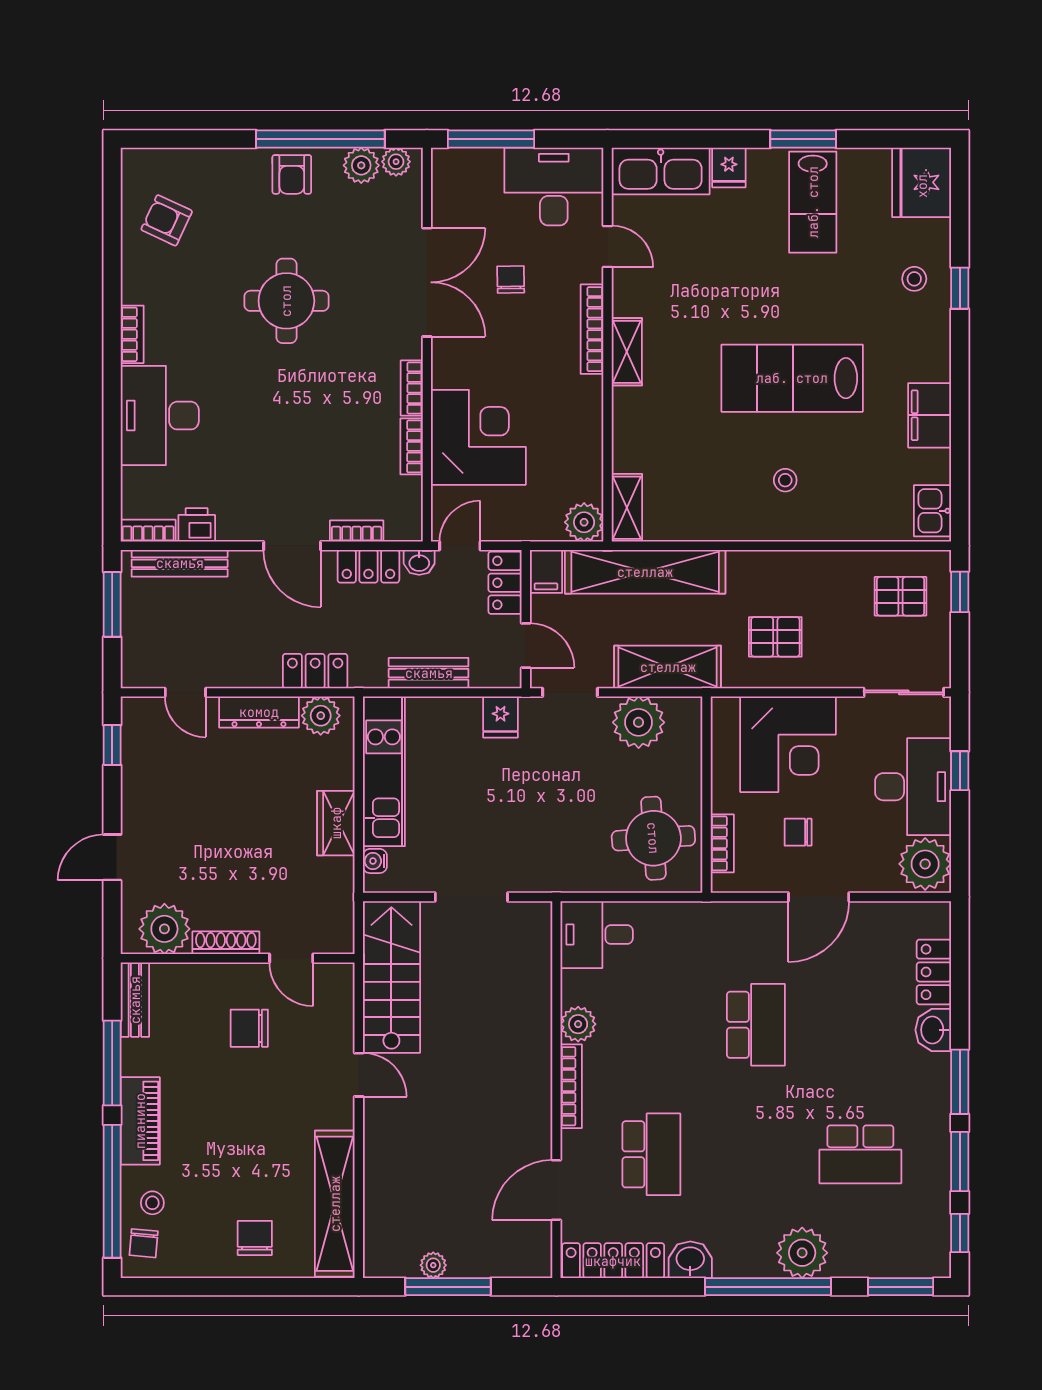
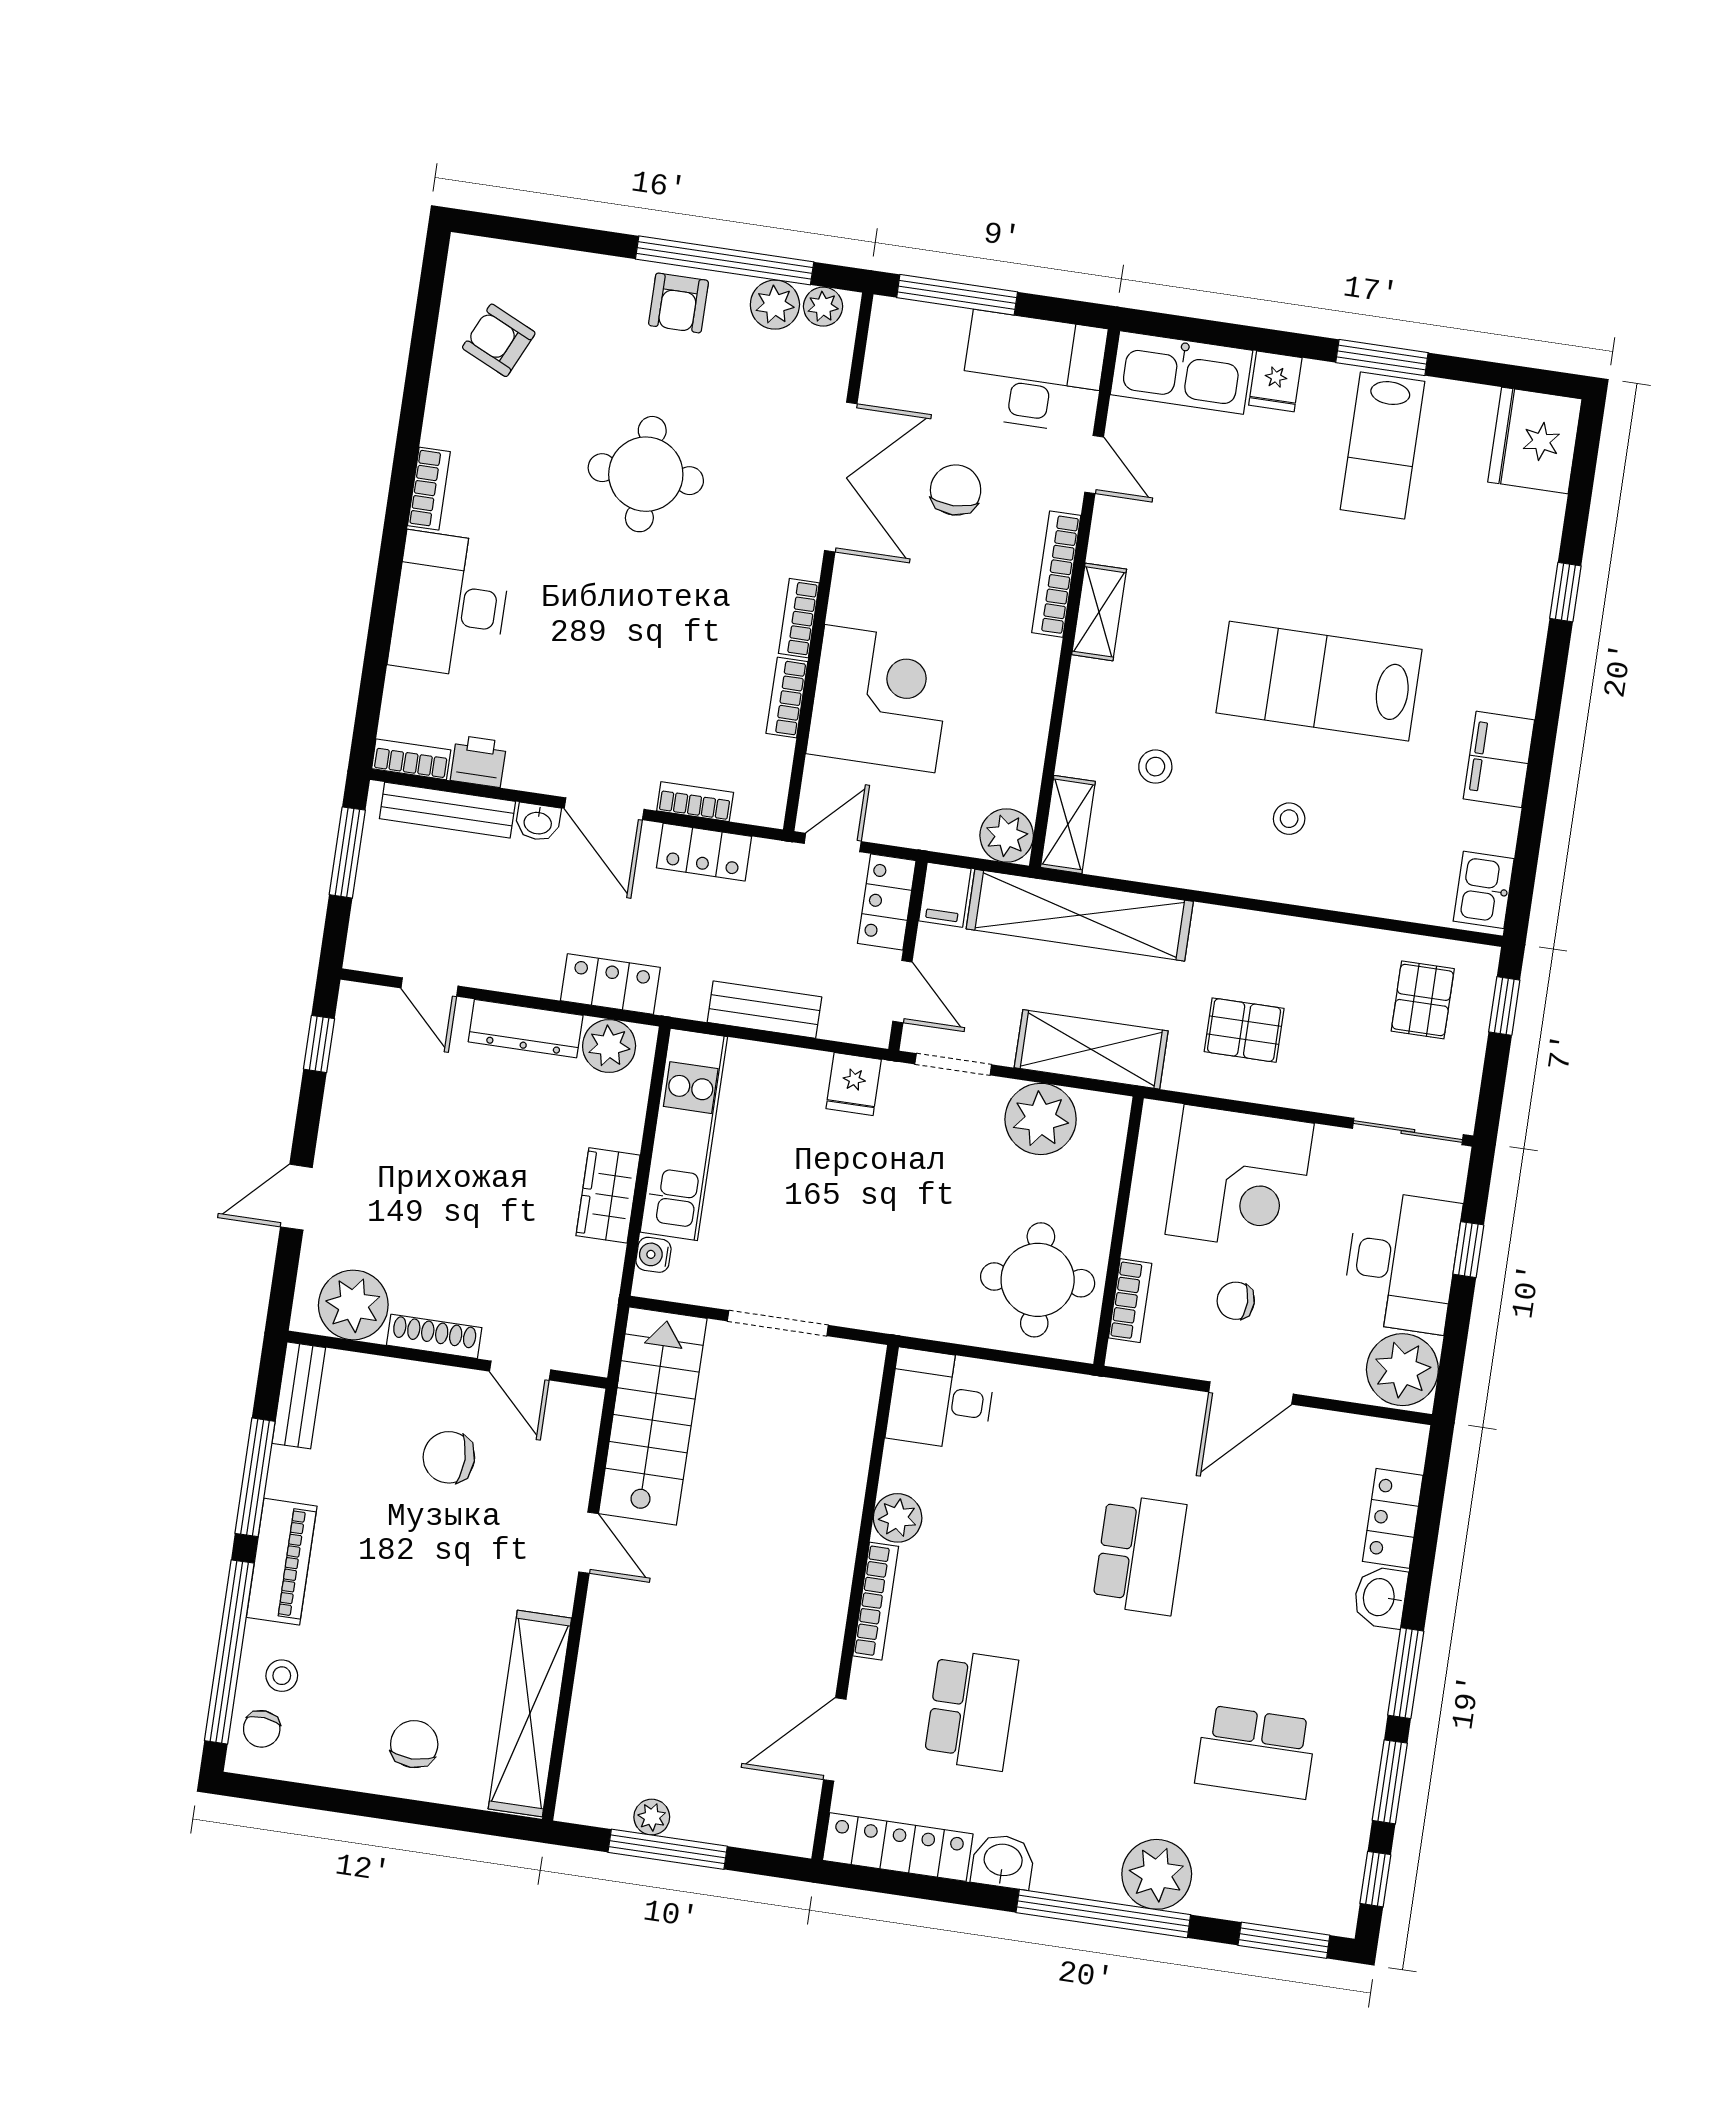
chair: (511, 279) -> (956, 490), width x1.37, depth x1.37
stool: (914, 279) -> (1155, 767), moved
washbasin: (419, 562) -> (538, 822), moved
pallet: (900, 596) -> (1423, 1000), turned 90

